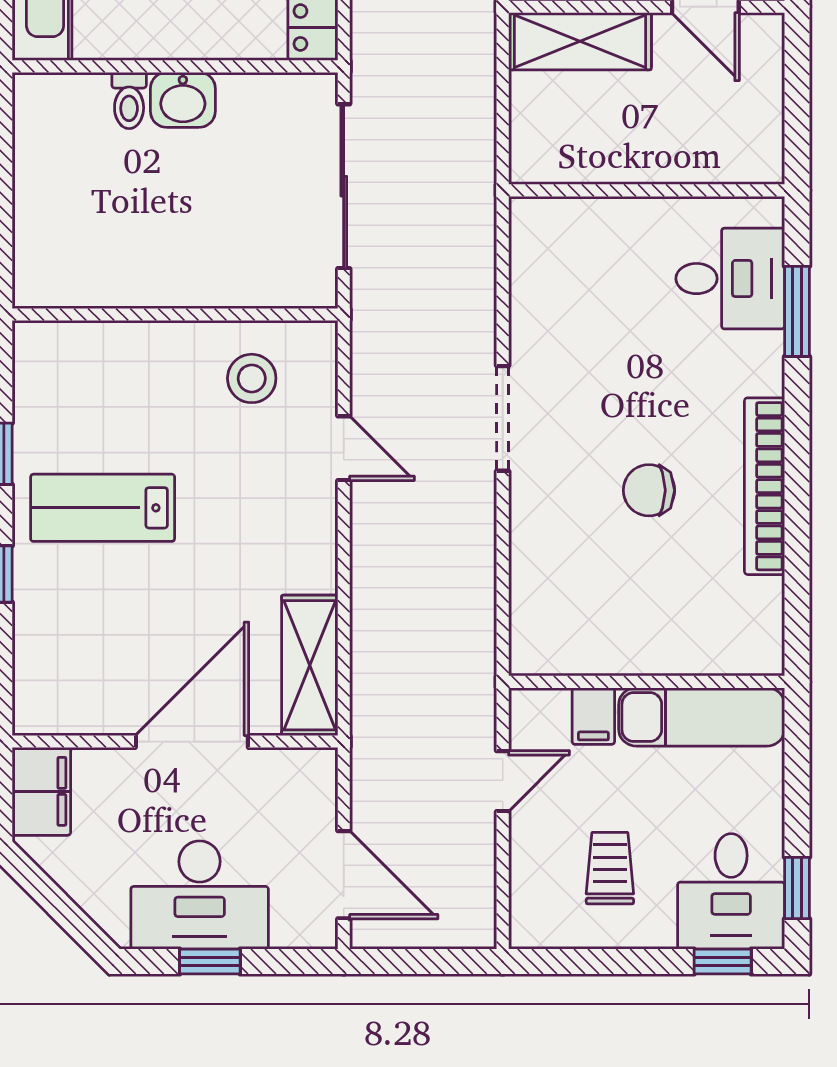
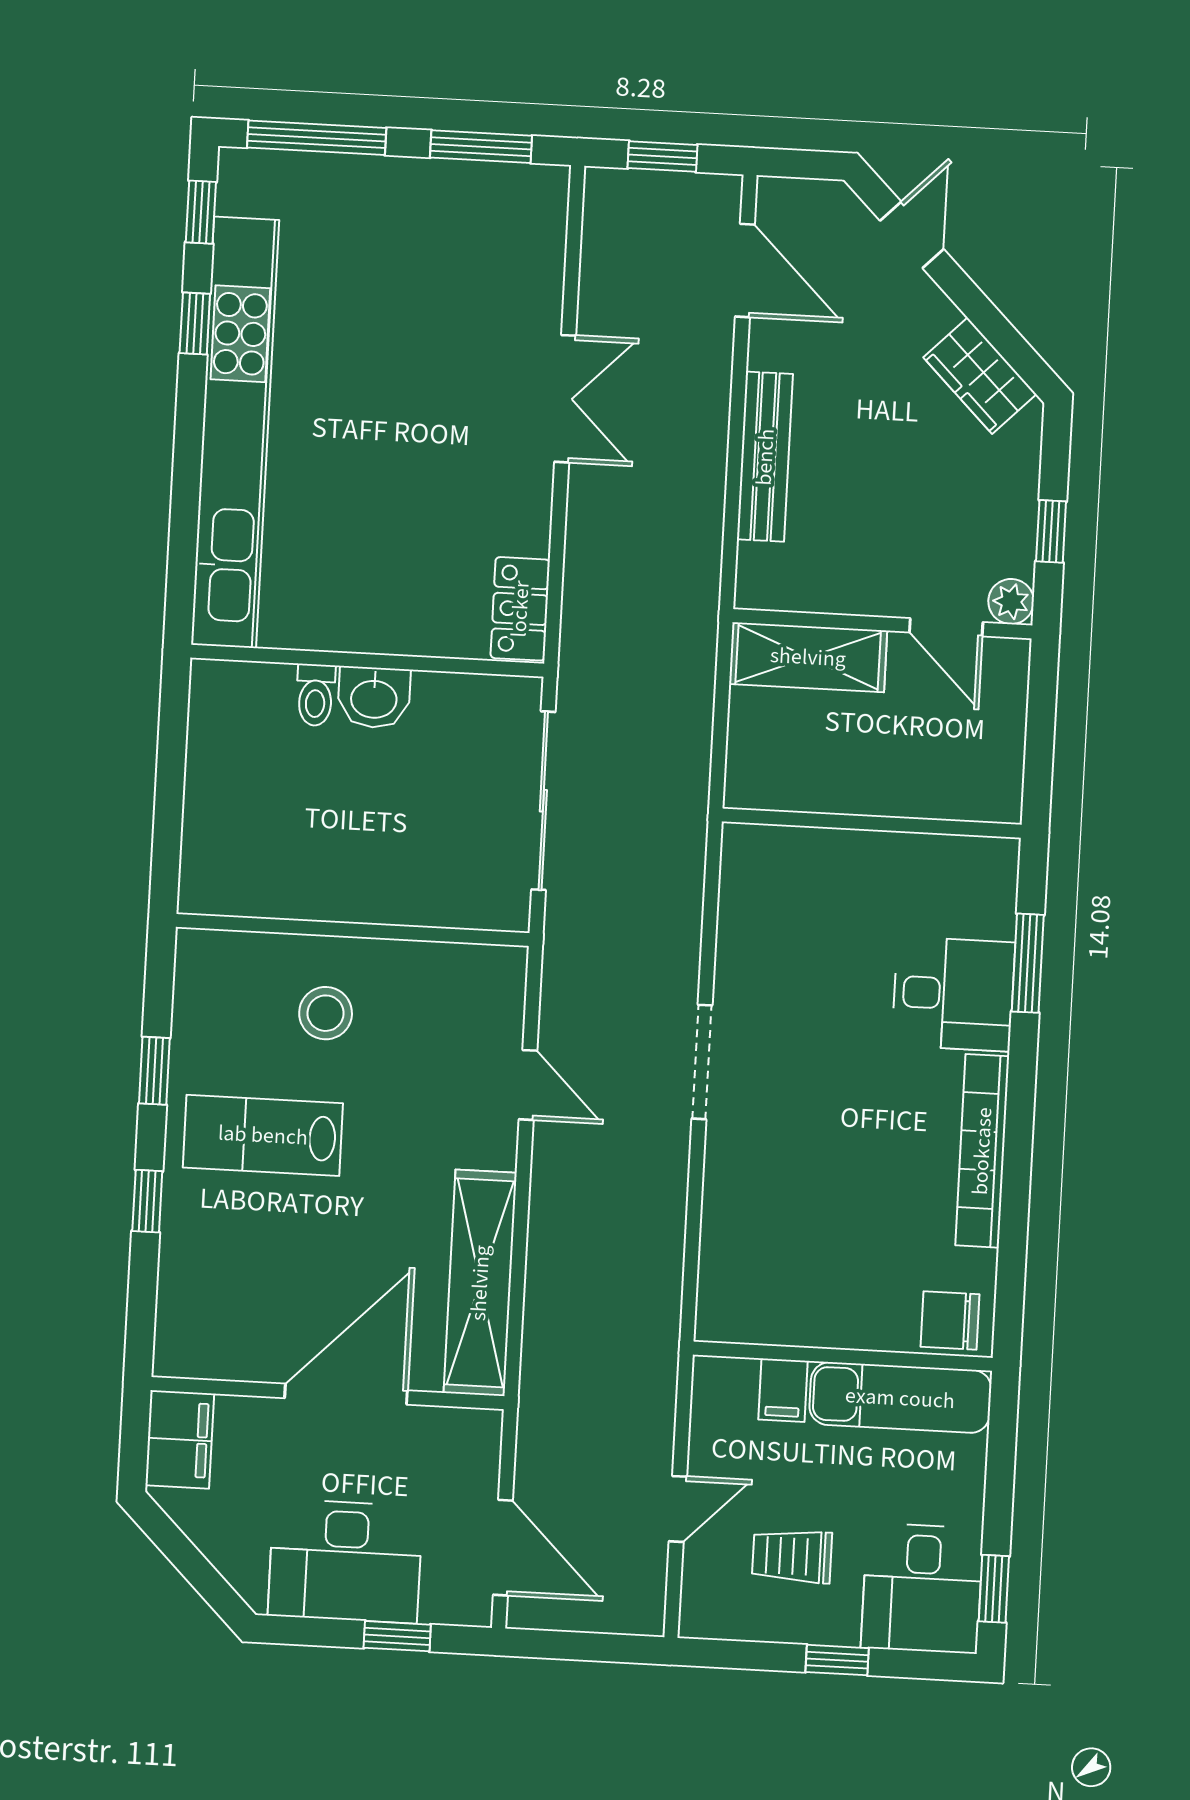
desk: (730, 279) -> (953, 994), moved
stool: (252, 378) -> (326, 1013), moved
chair: (649, 490) -> (950, 1321), moved
shelving: (310, 665) -> (480, 1283), width x1.47
door: (503, 781) -> (678, 1509), moved
trolley: (610, 868) -> (792, 1556), turned -90
window: (210, 961) -> (397, 1636), moved
window: (723, 961) -> (837, 1660), moved

